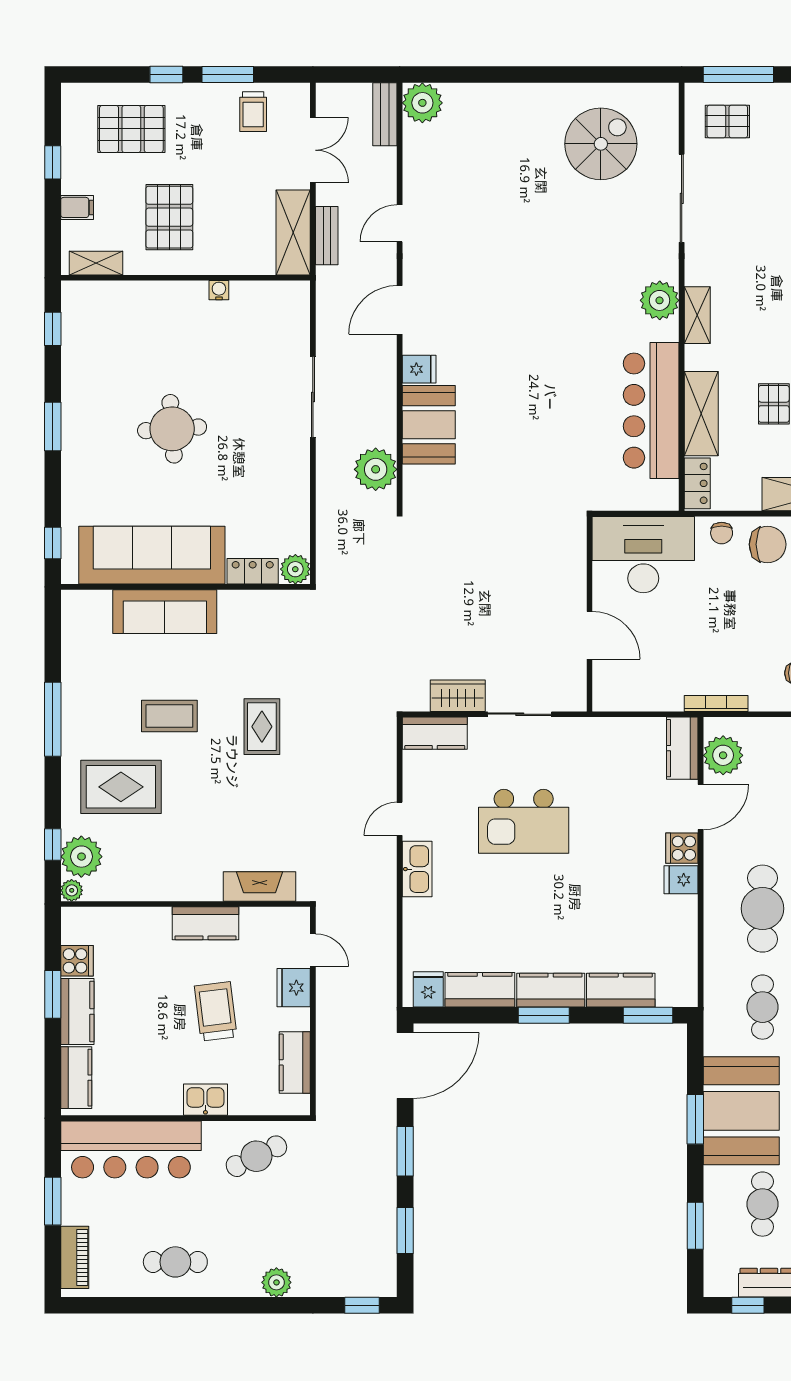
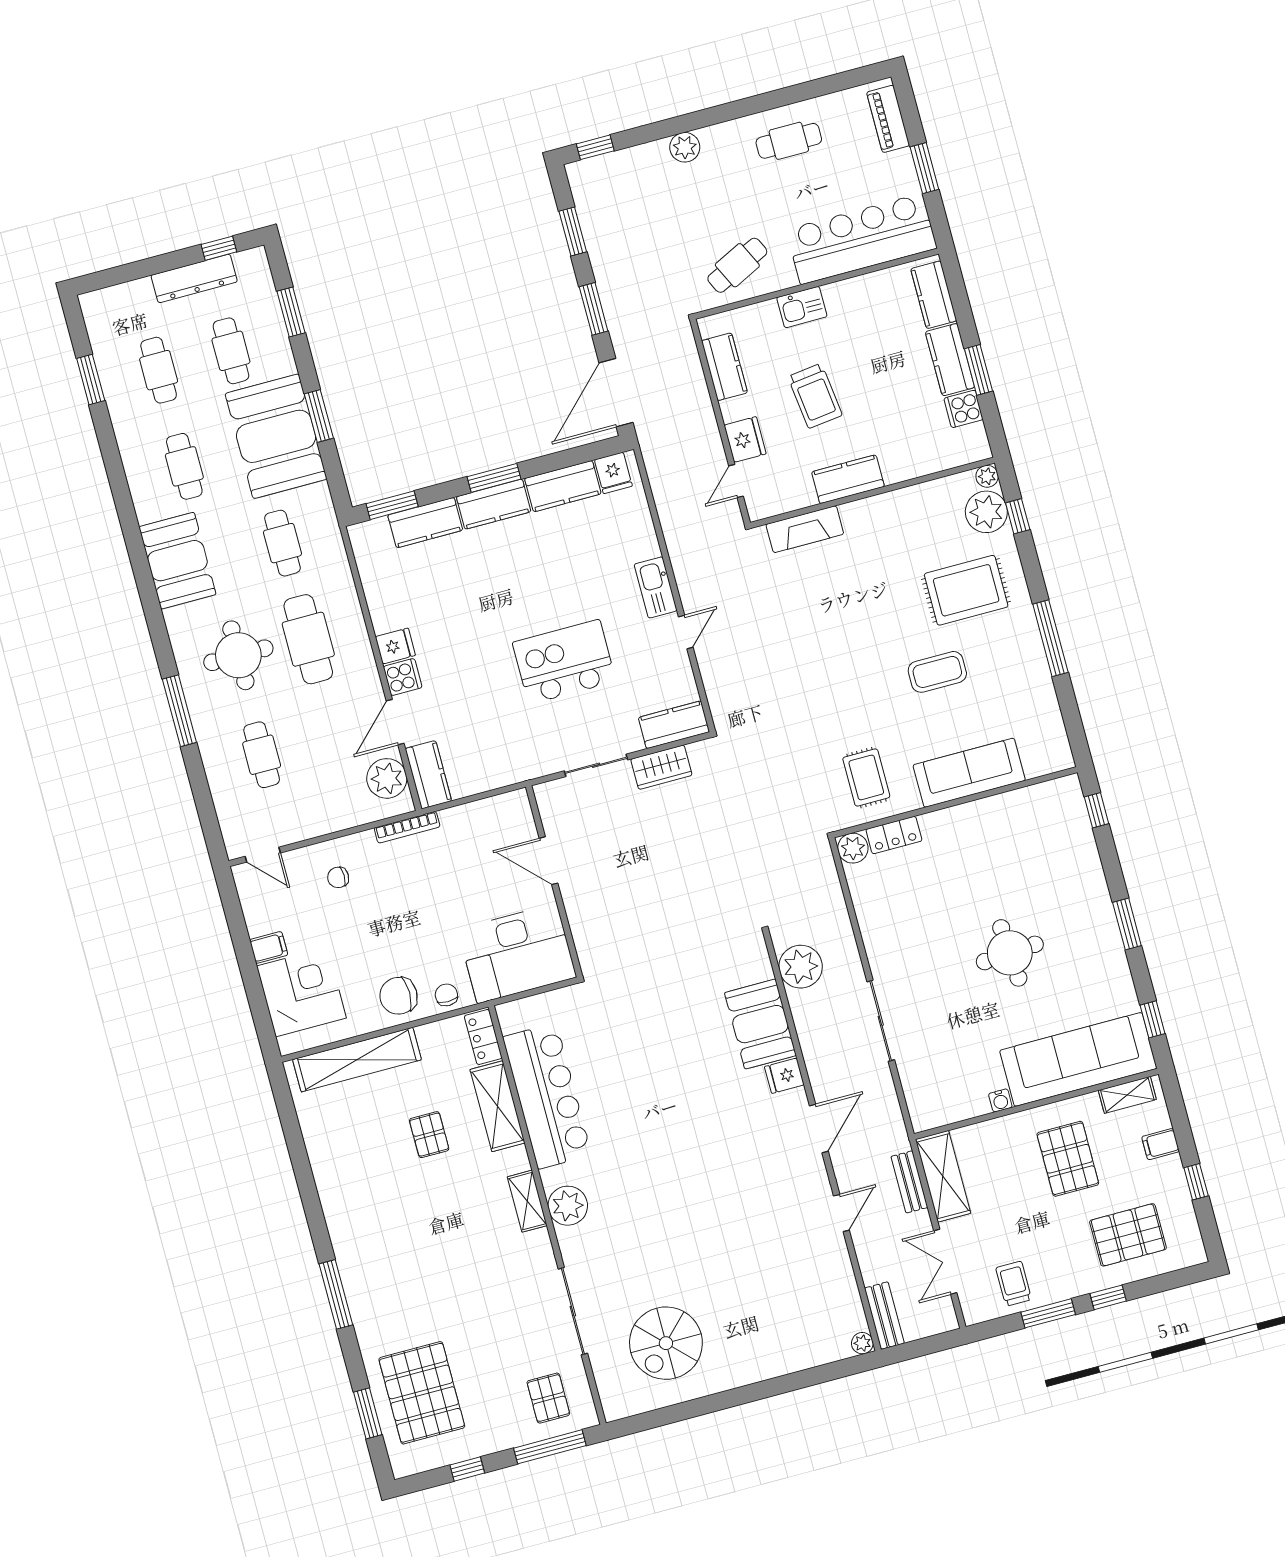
plant: (422, 103) -> (862, 1343), width x0.53, depth x0.53
pallet: (727, 121) -> (548, 1398), turned 90
sofa: (152, 555) -> (1078, 1059), moved, turned 180
rug: (262, 727) -> (866, 777), moved
door: (313, 950) -> (736, 481), hinge flipped

